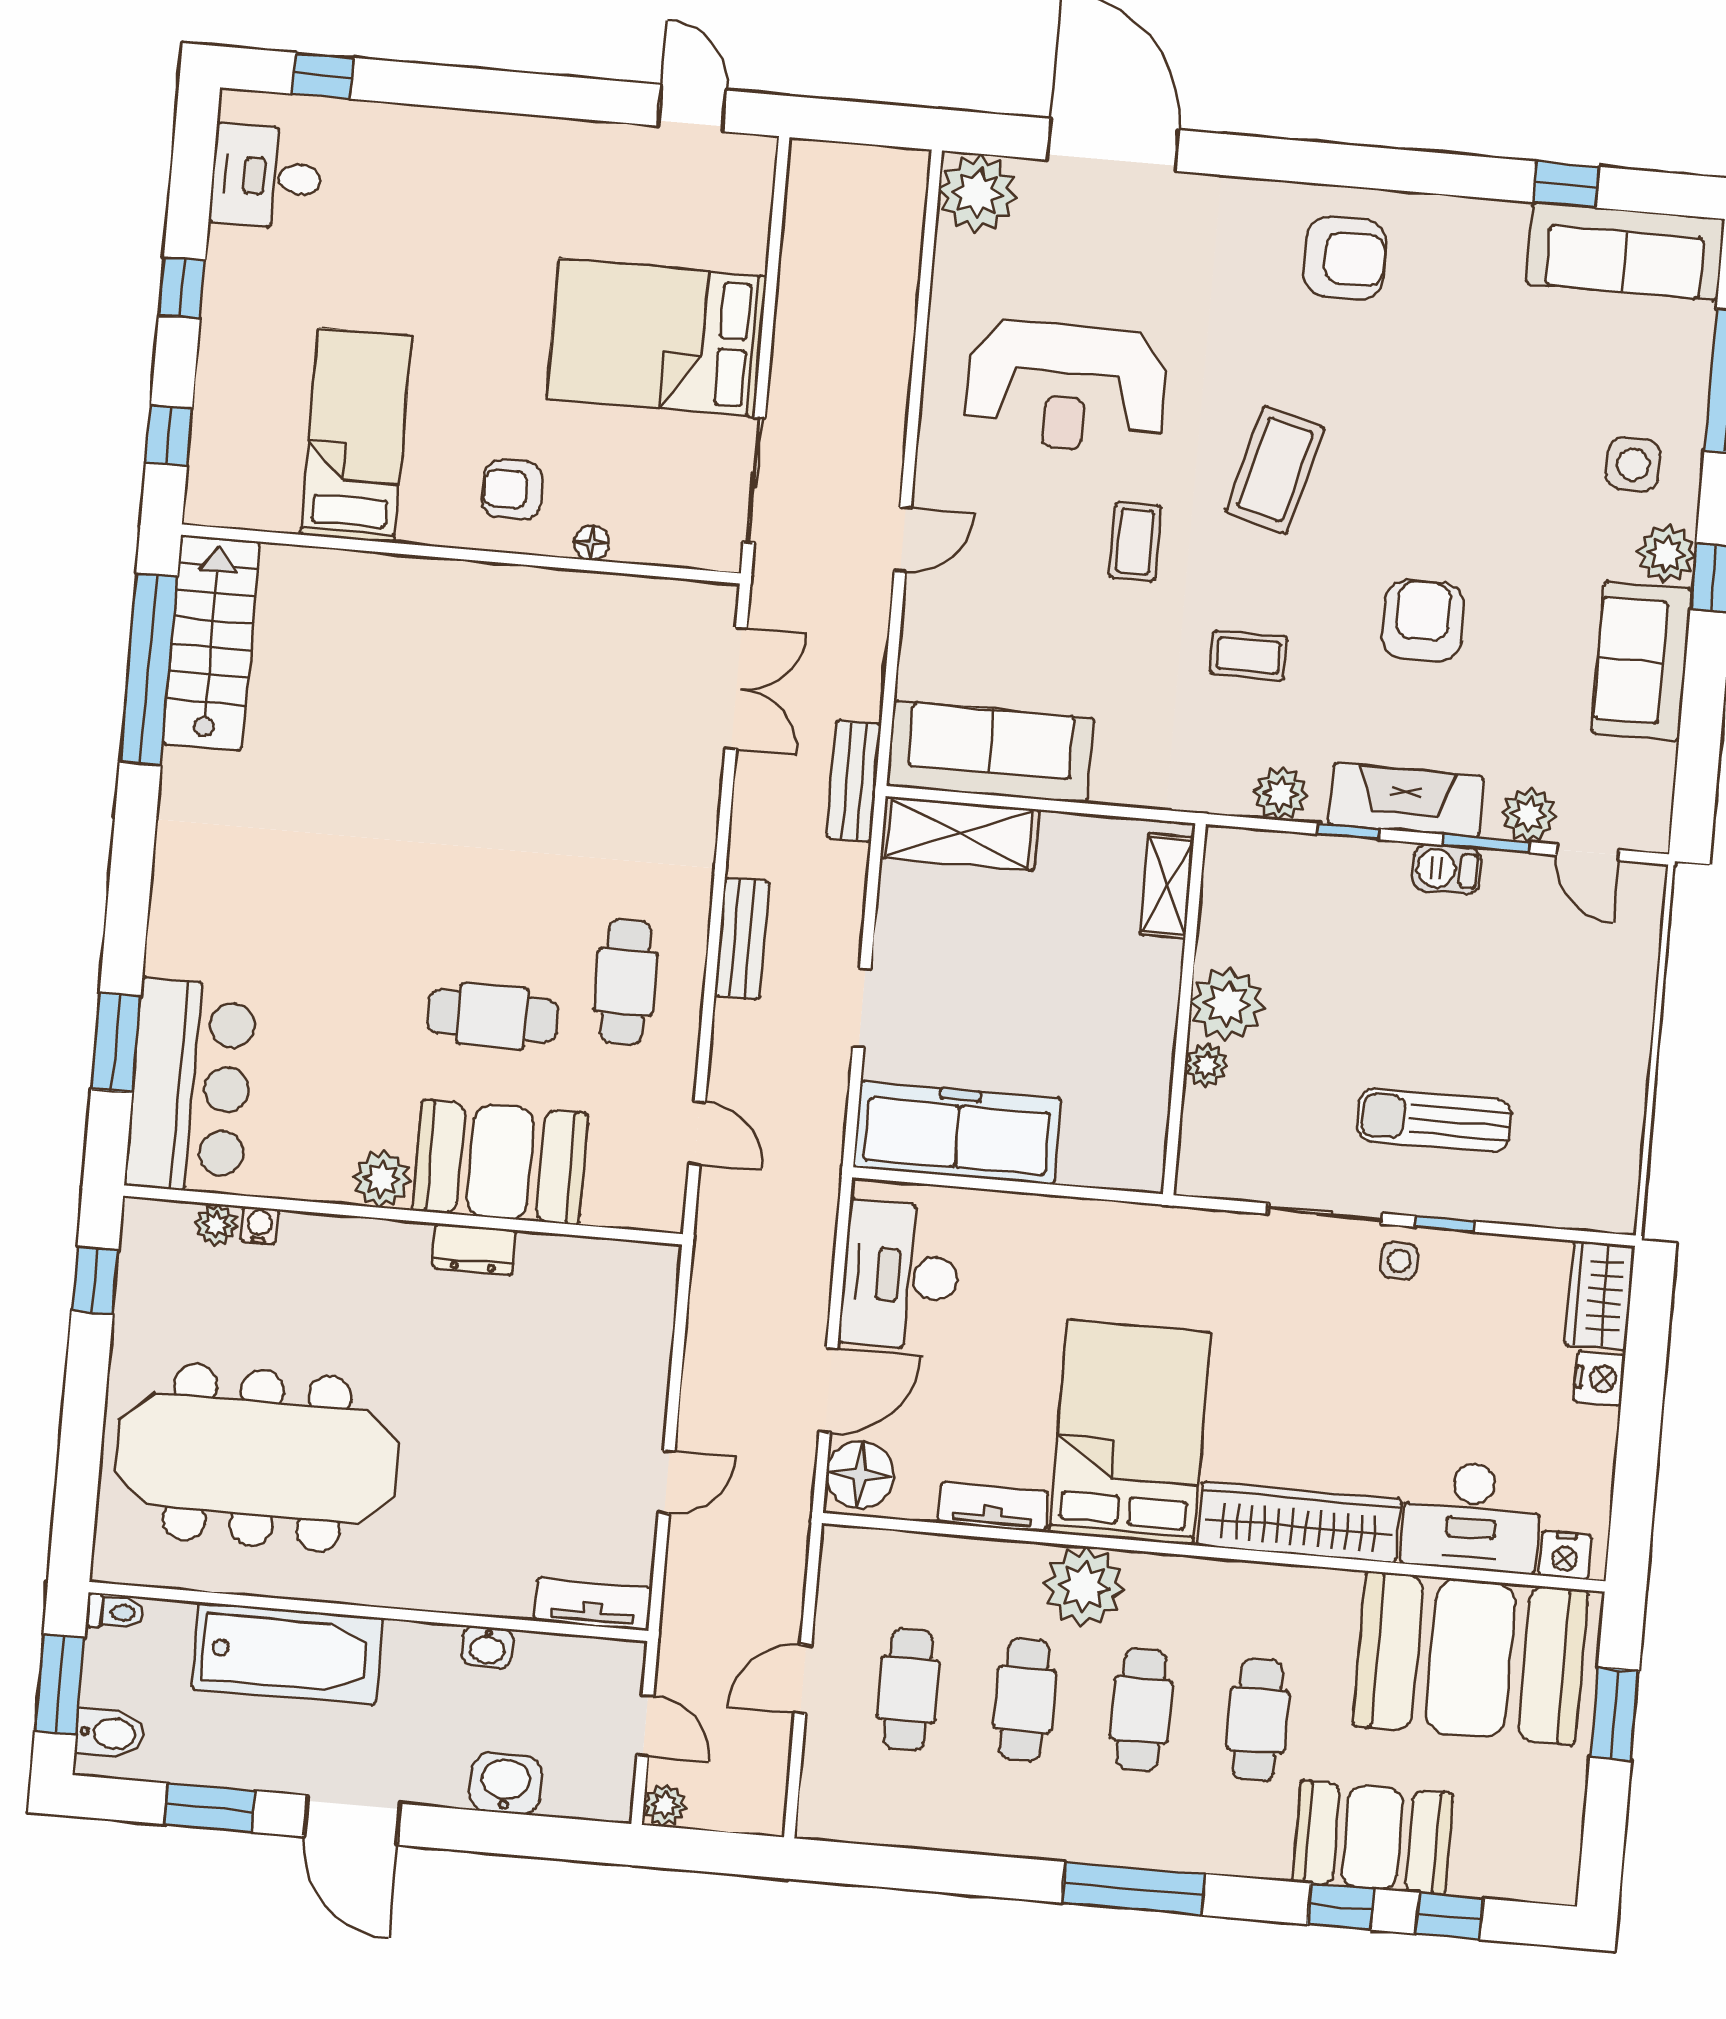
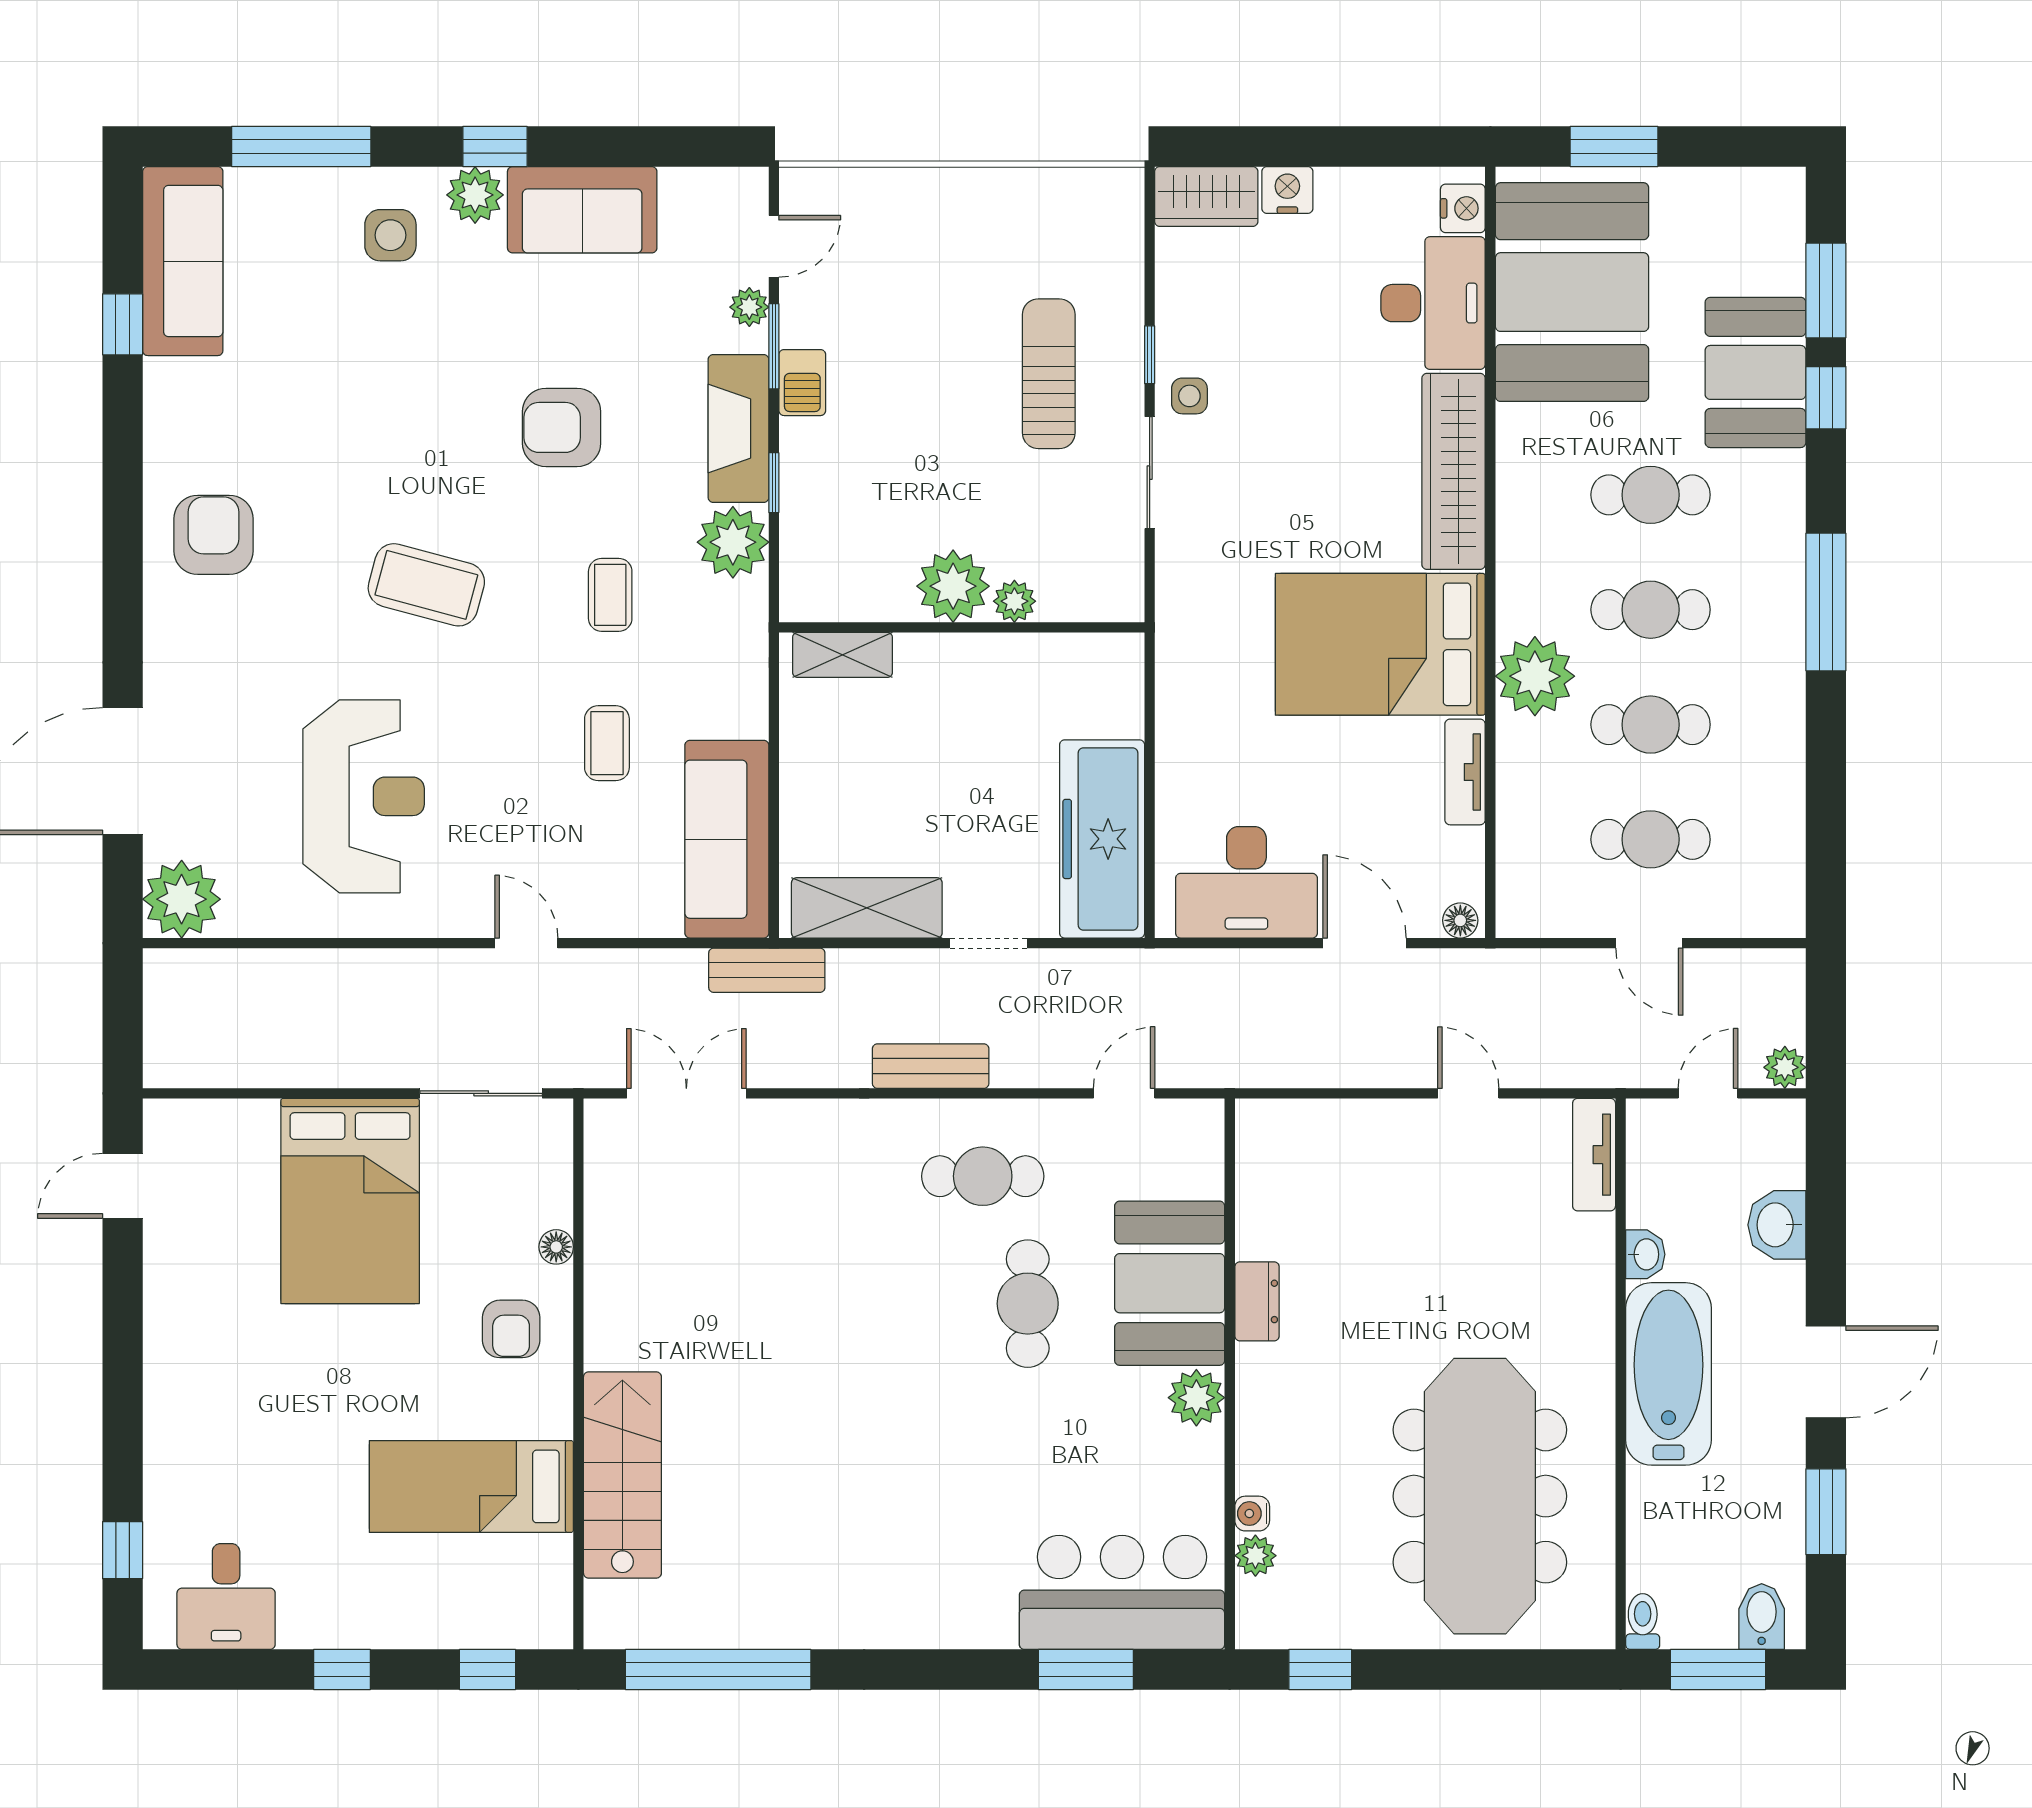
coffee table: (1135, 542) -> (607, 743), moved, turned 90
stairs: (211, 643) -> (622, 1475), moved, turned 90
plant: (1281, 793) -> (733, 542), width x1.36, depth x1.36
plant: (1529, 815) -> (749, 307), width x0.73, depth x0.73
shelving: (959, 833) -> (867, 908), moved, turned 90
sun lounger: (1434, 1120) -> (1049, 374), turned 180
floor lamp: (860, 1475) -> (1460, 920), width x0.53, depth x0.53
bathtub: (287, 1653) -> (1668, 1374), moved
window: (1450, 1916) -> (1826, 291), width x1.50

